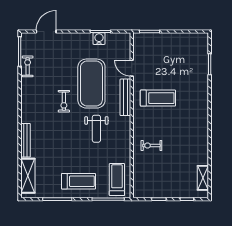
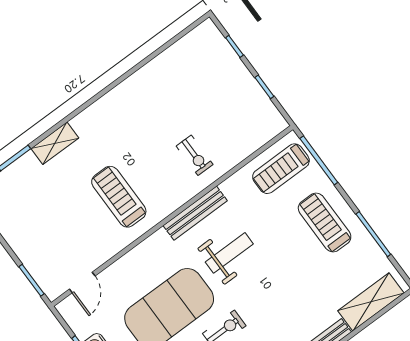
door: (132, 68) -> (82, 283), moved
bench: (125, 97) -> (195, 213), moved
shelving: (203, 178) -> (55, 143), moved

